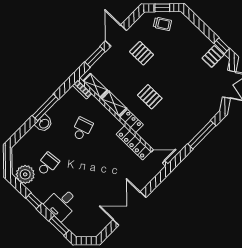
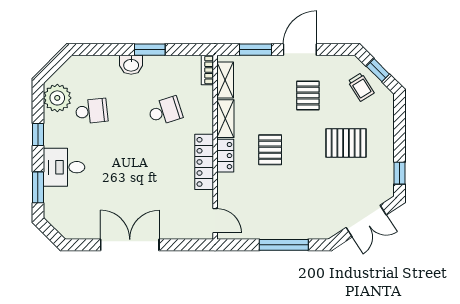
pallet: (213, 56) -> (346, 143), moved, width x1.50, depth x1.42
window: (45, 107) -> (150, 50), width x0.69
locker: (134, 143) -> (204, 162), moved

